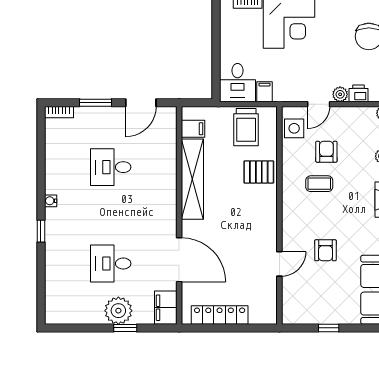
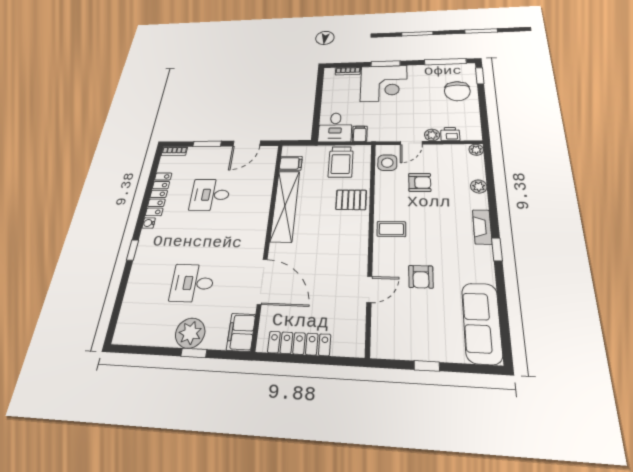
armchair: (326, 152) -> (420, 182), turned 90
locker: (54, 166) -> (159, 194), added
coffee table: (319, 184) -> (391, 229), moved

